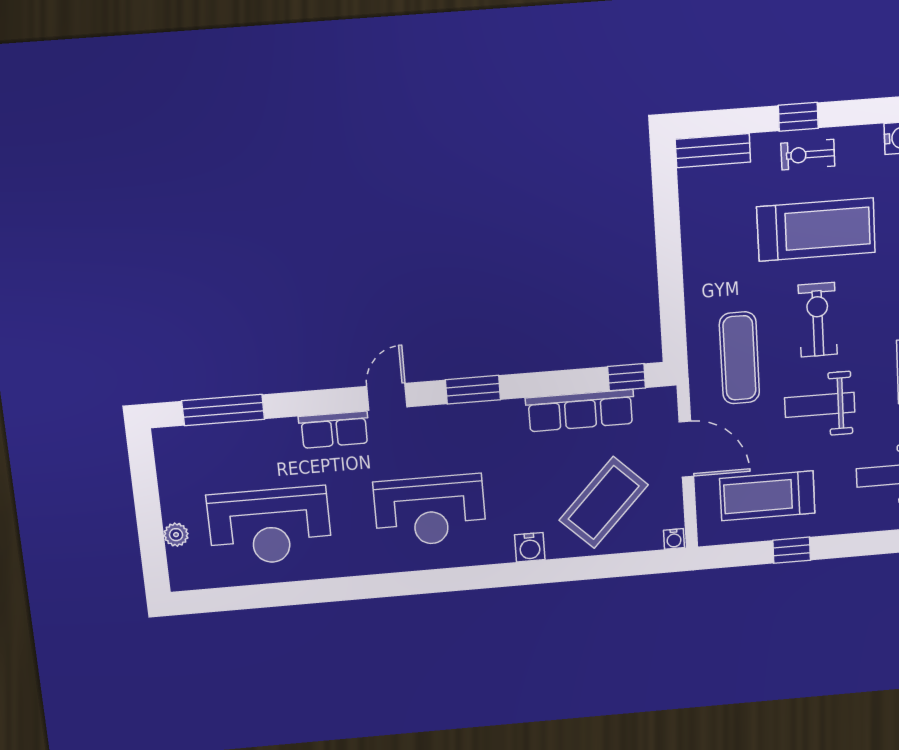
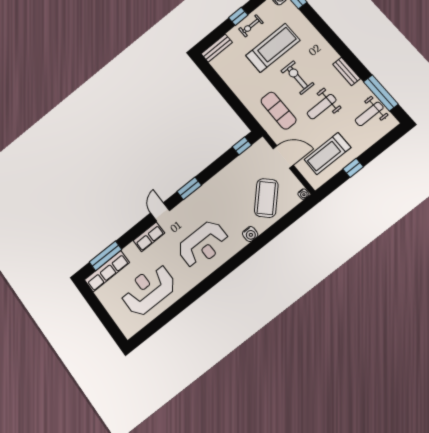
row of seats: (580, 411) -> (107, 271), moved
reception desk: (270, 526) -> (148, 290), turned 180
plant: (176, 535) -> (116, 315), removed

